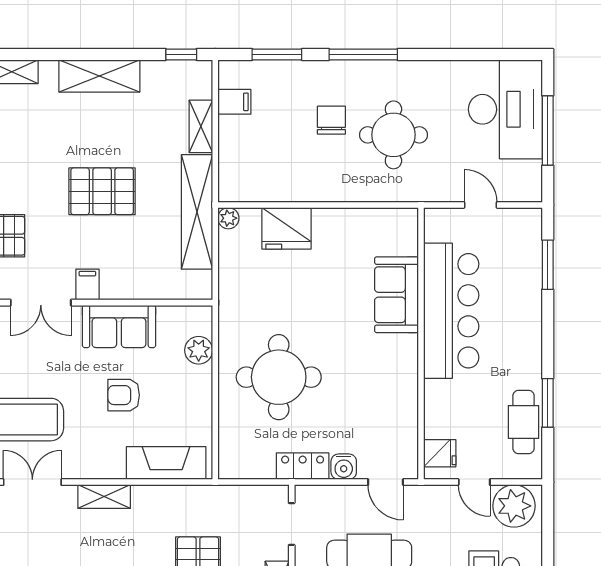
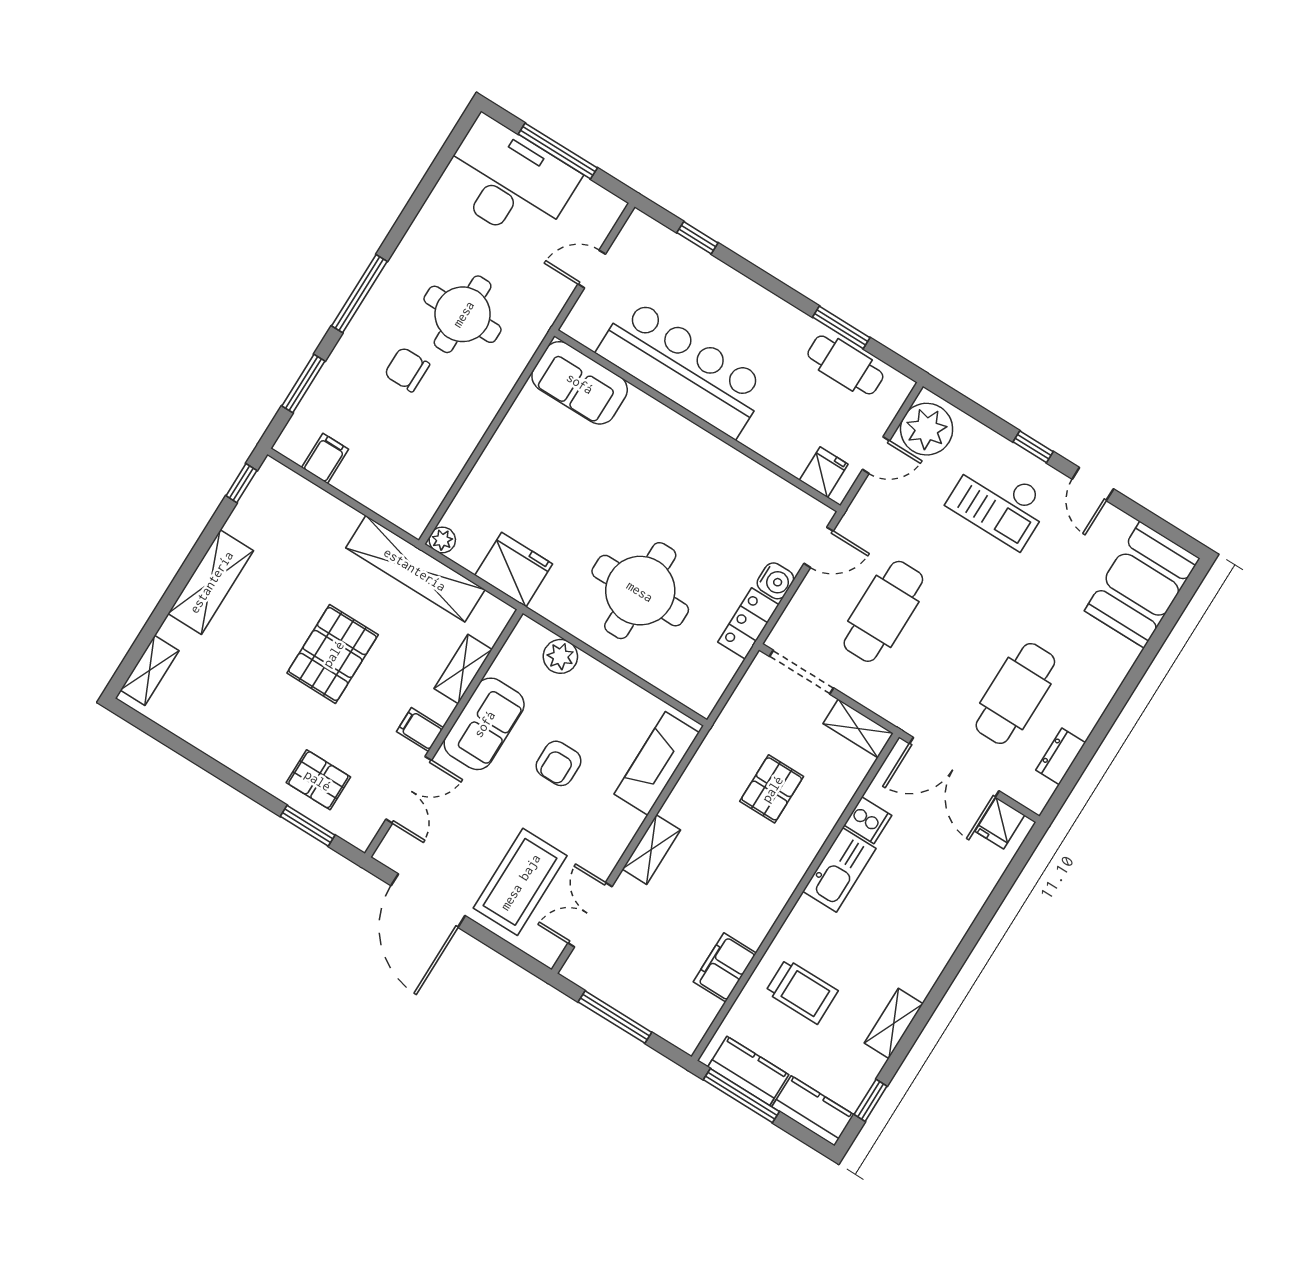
shelving: (201, 126) -> (463, 669), moved, turned 90
fridge: (287, 228) -> (514, 570), moved, turned -90
window: (548, 265) -> (697, 238), width x0.67
sofa: (396, 295) -> (580, 383), moved
doorway: (292, 524) -> (801, 672), width x1.38

